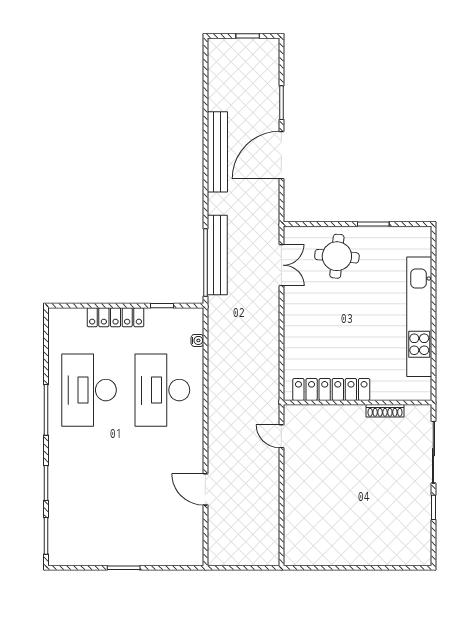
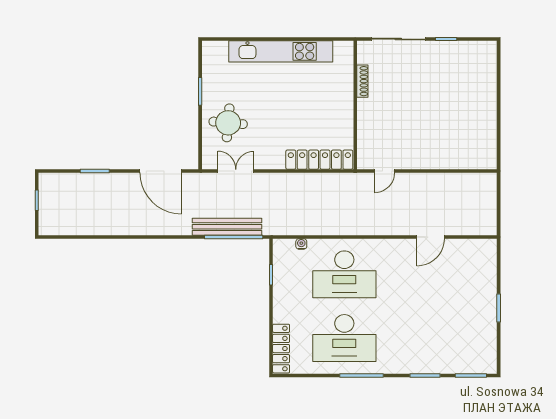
bench: (217, 152) -> (138, 227), removed
door: (281, 155) -> (161, 171), moved
locker: (116, 317) -> (281, 349), moved
locker: (331, 389) -> (319, 160), moved, turned 90

